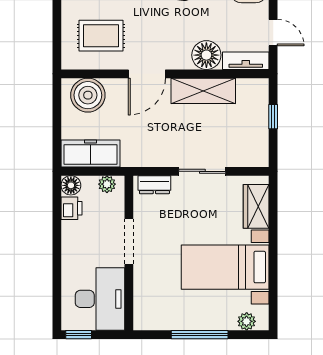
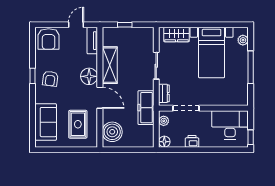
floor lamp: (206, 55) -> (89, 76), moved
freezer: (90, 153) -> (146, 108), moved
printer: (71, 208) -> (192, 141), moved
doorway: (129, 242) -> (186, 108), moved

